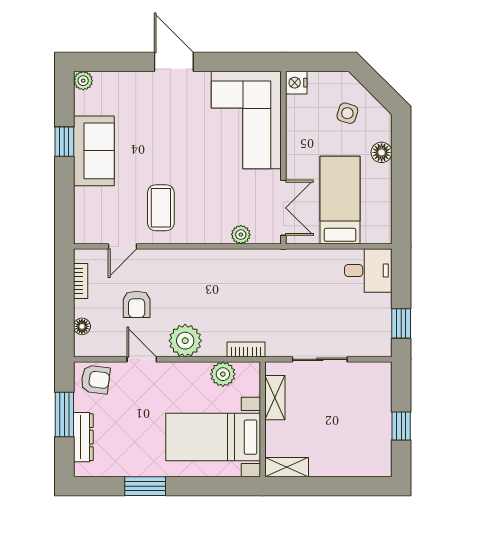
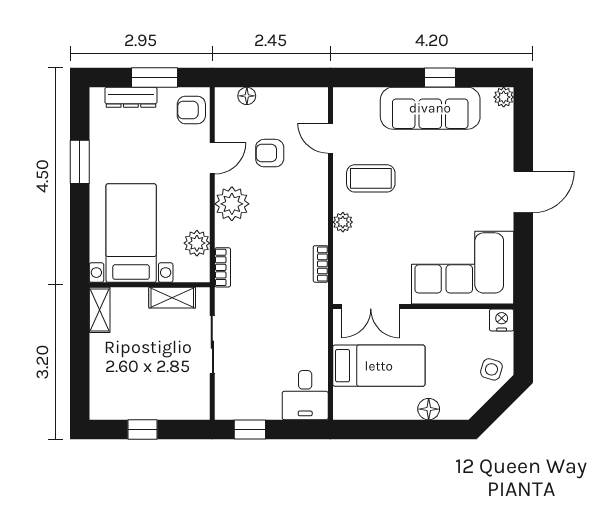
side table: (347, 113) -> (491, 369), moved
sofa: (94, 151) -> (430, 108), width x1.36
plant: (241, 235) -> (343, 222), moved
bookcase: (81, 281) -> (321, 264), moved, turned 90
armchair: (95, 379) -> (191, 110), turned 83

